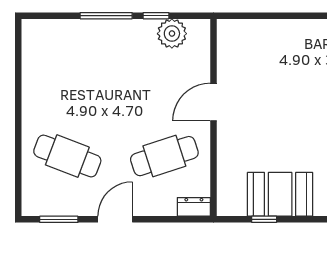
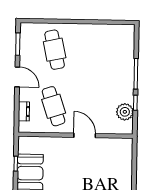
cafe table: (67, 156) -> (55, 50), turned -33
dresser: (194, 207) -> (24, 111), moved

